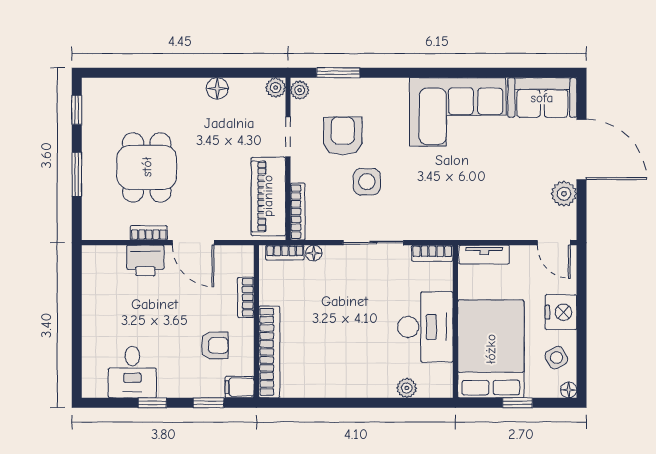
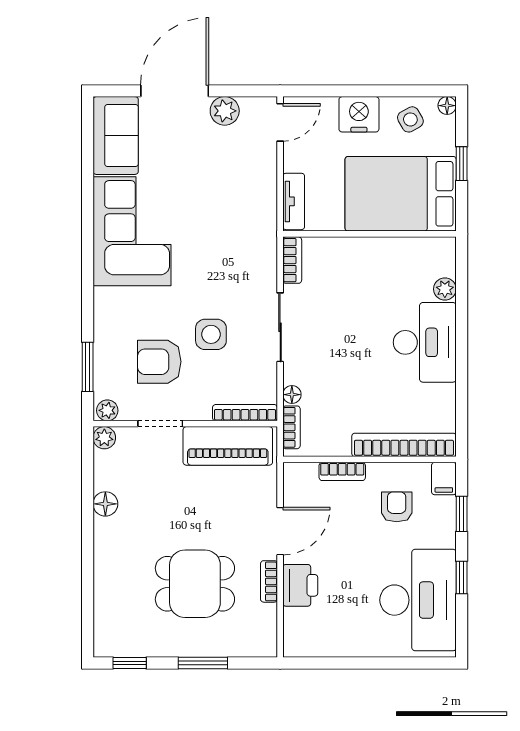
desk: (425, 327) -> (425, 342), moved, turned 90
desk: (132, 372) -> (418, 600), width x1.87, depth x1.30

